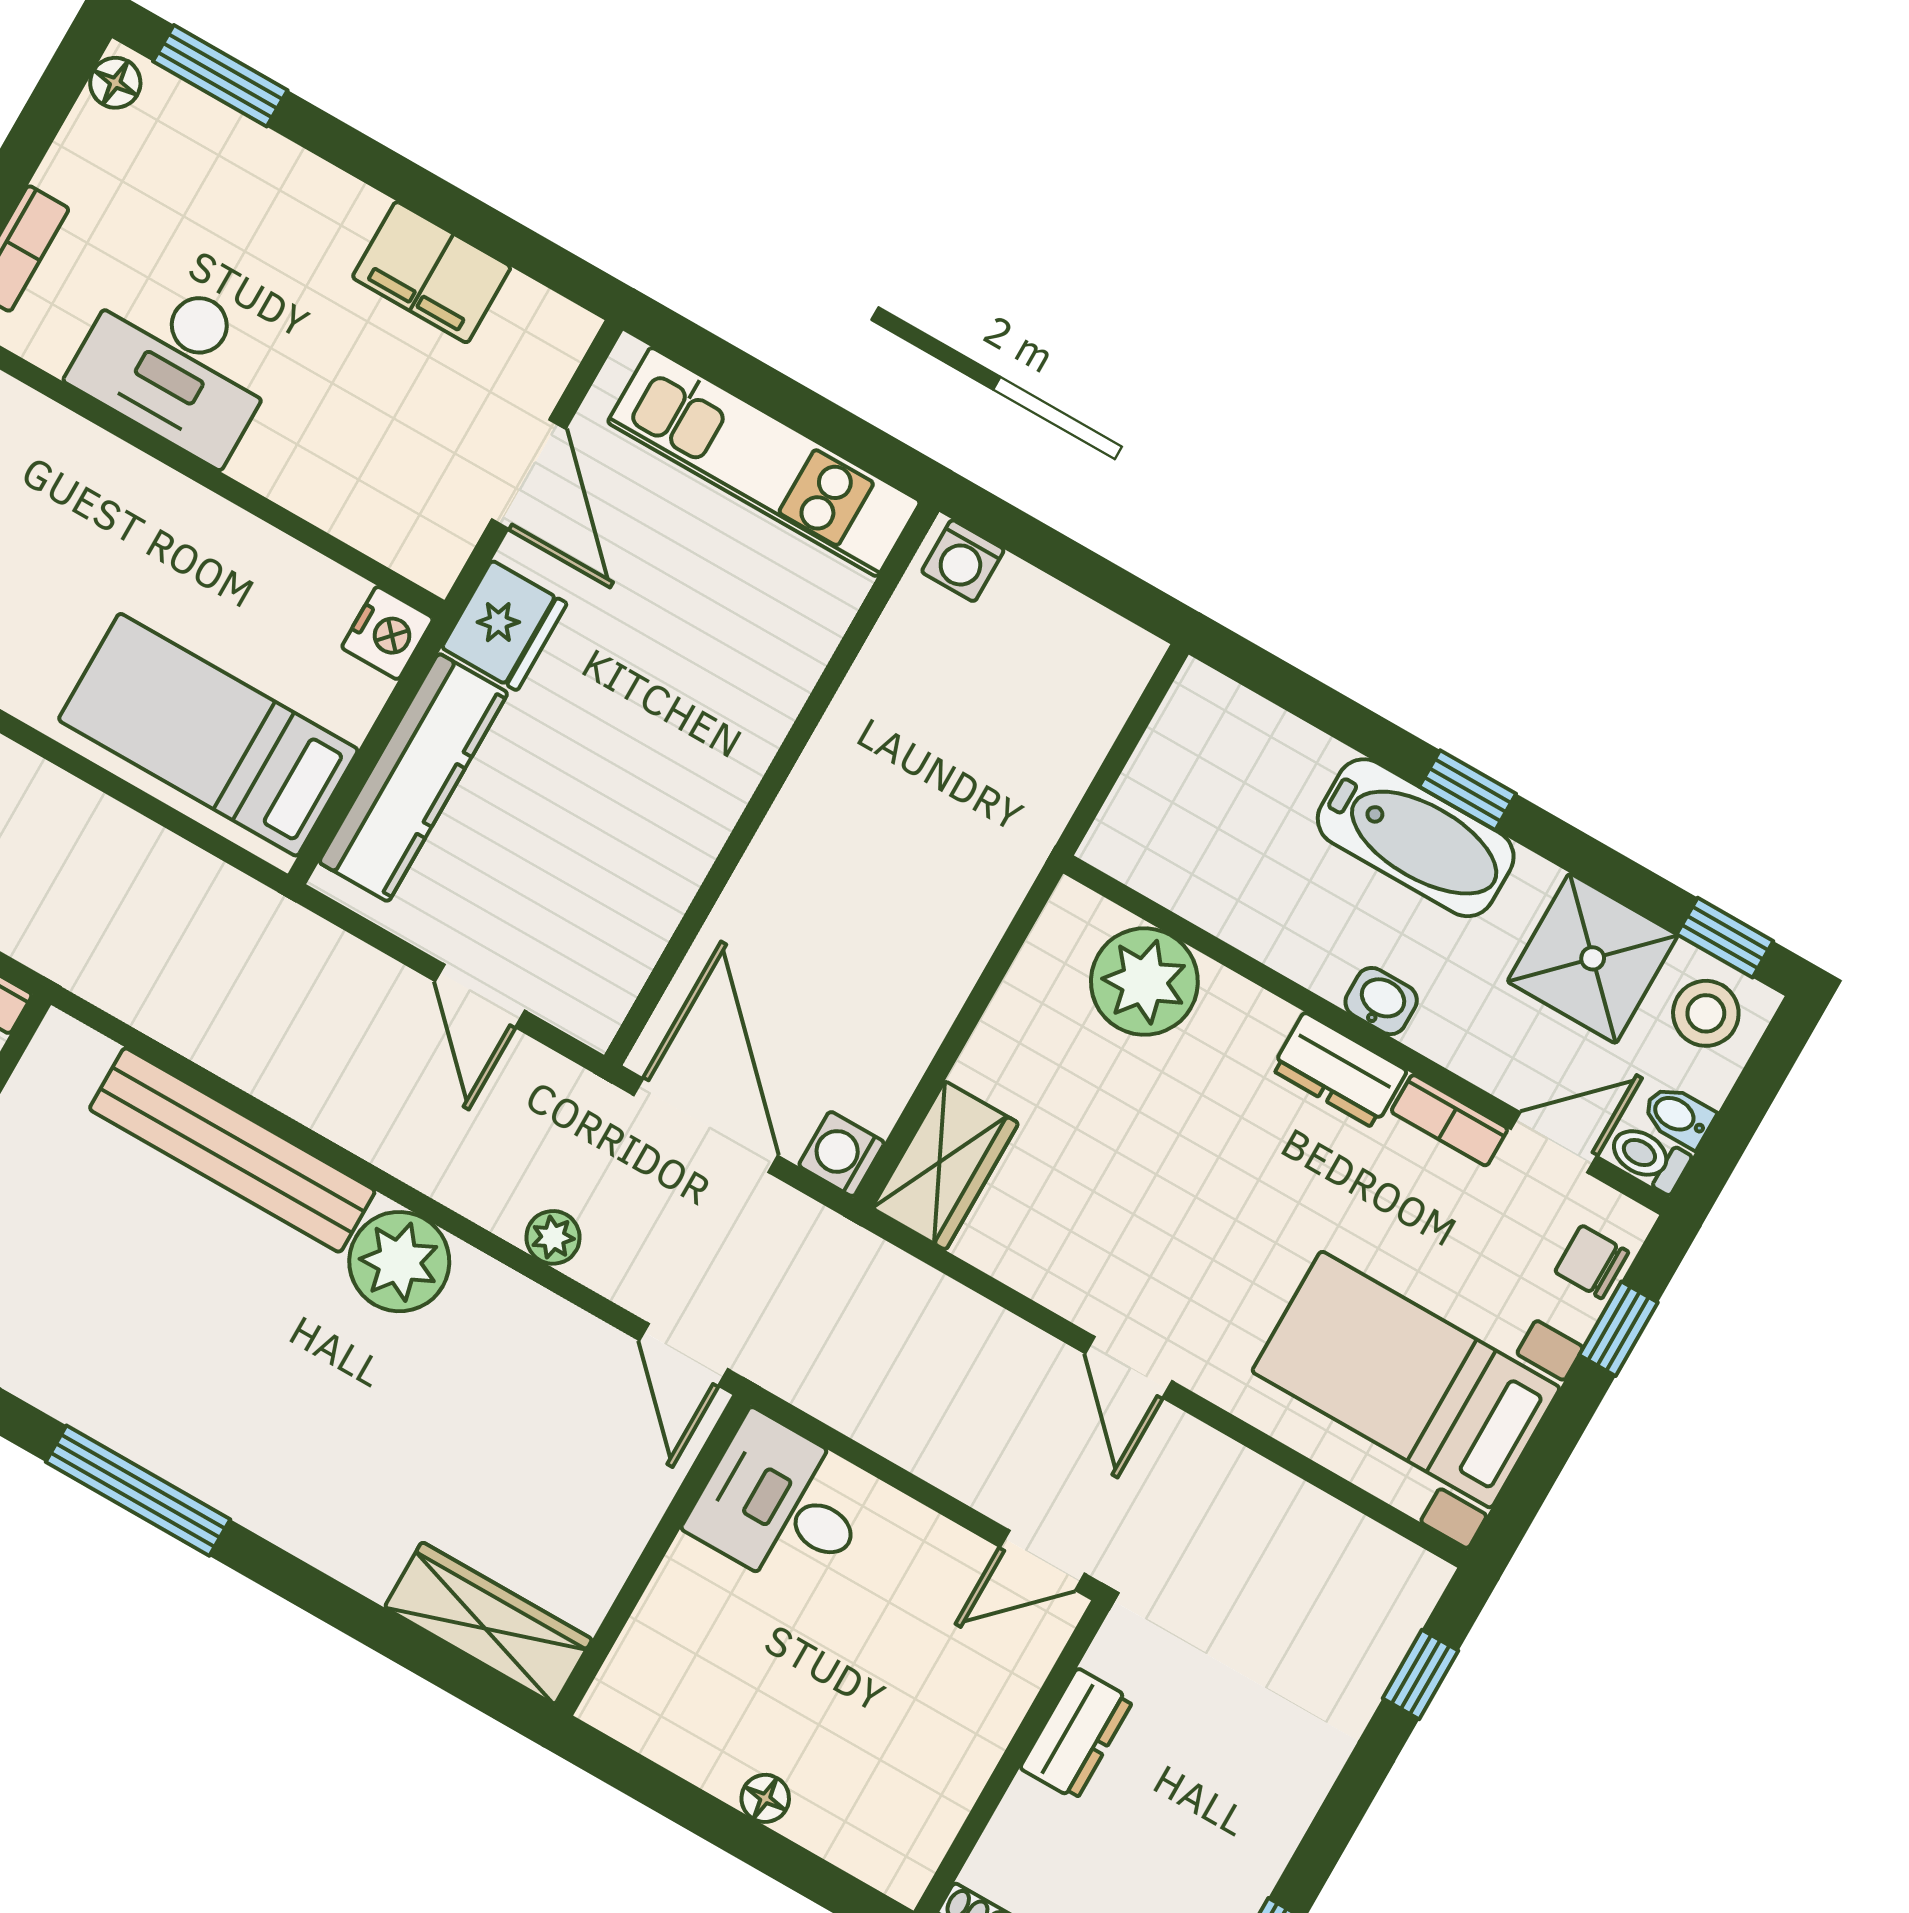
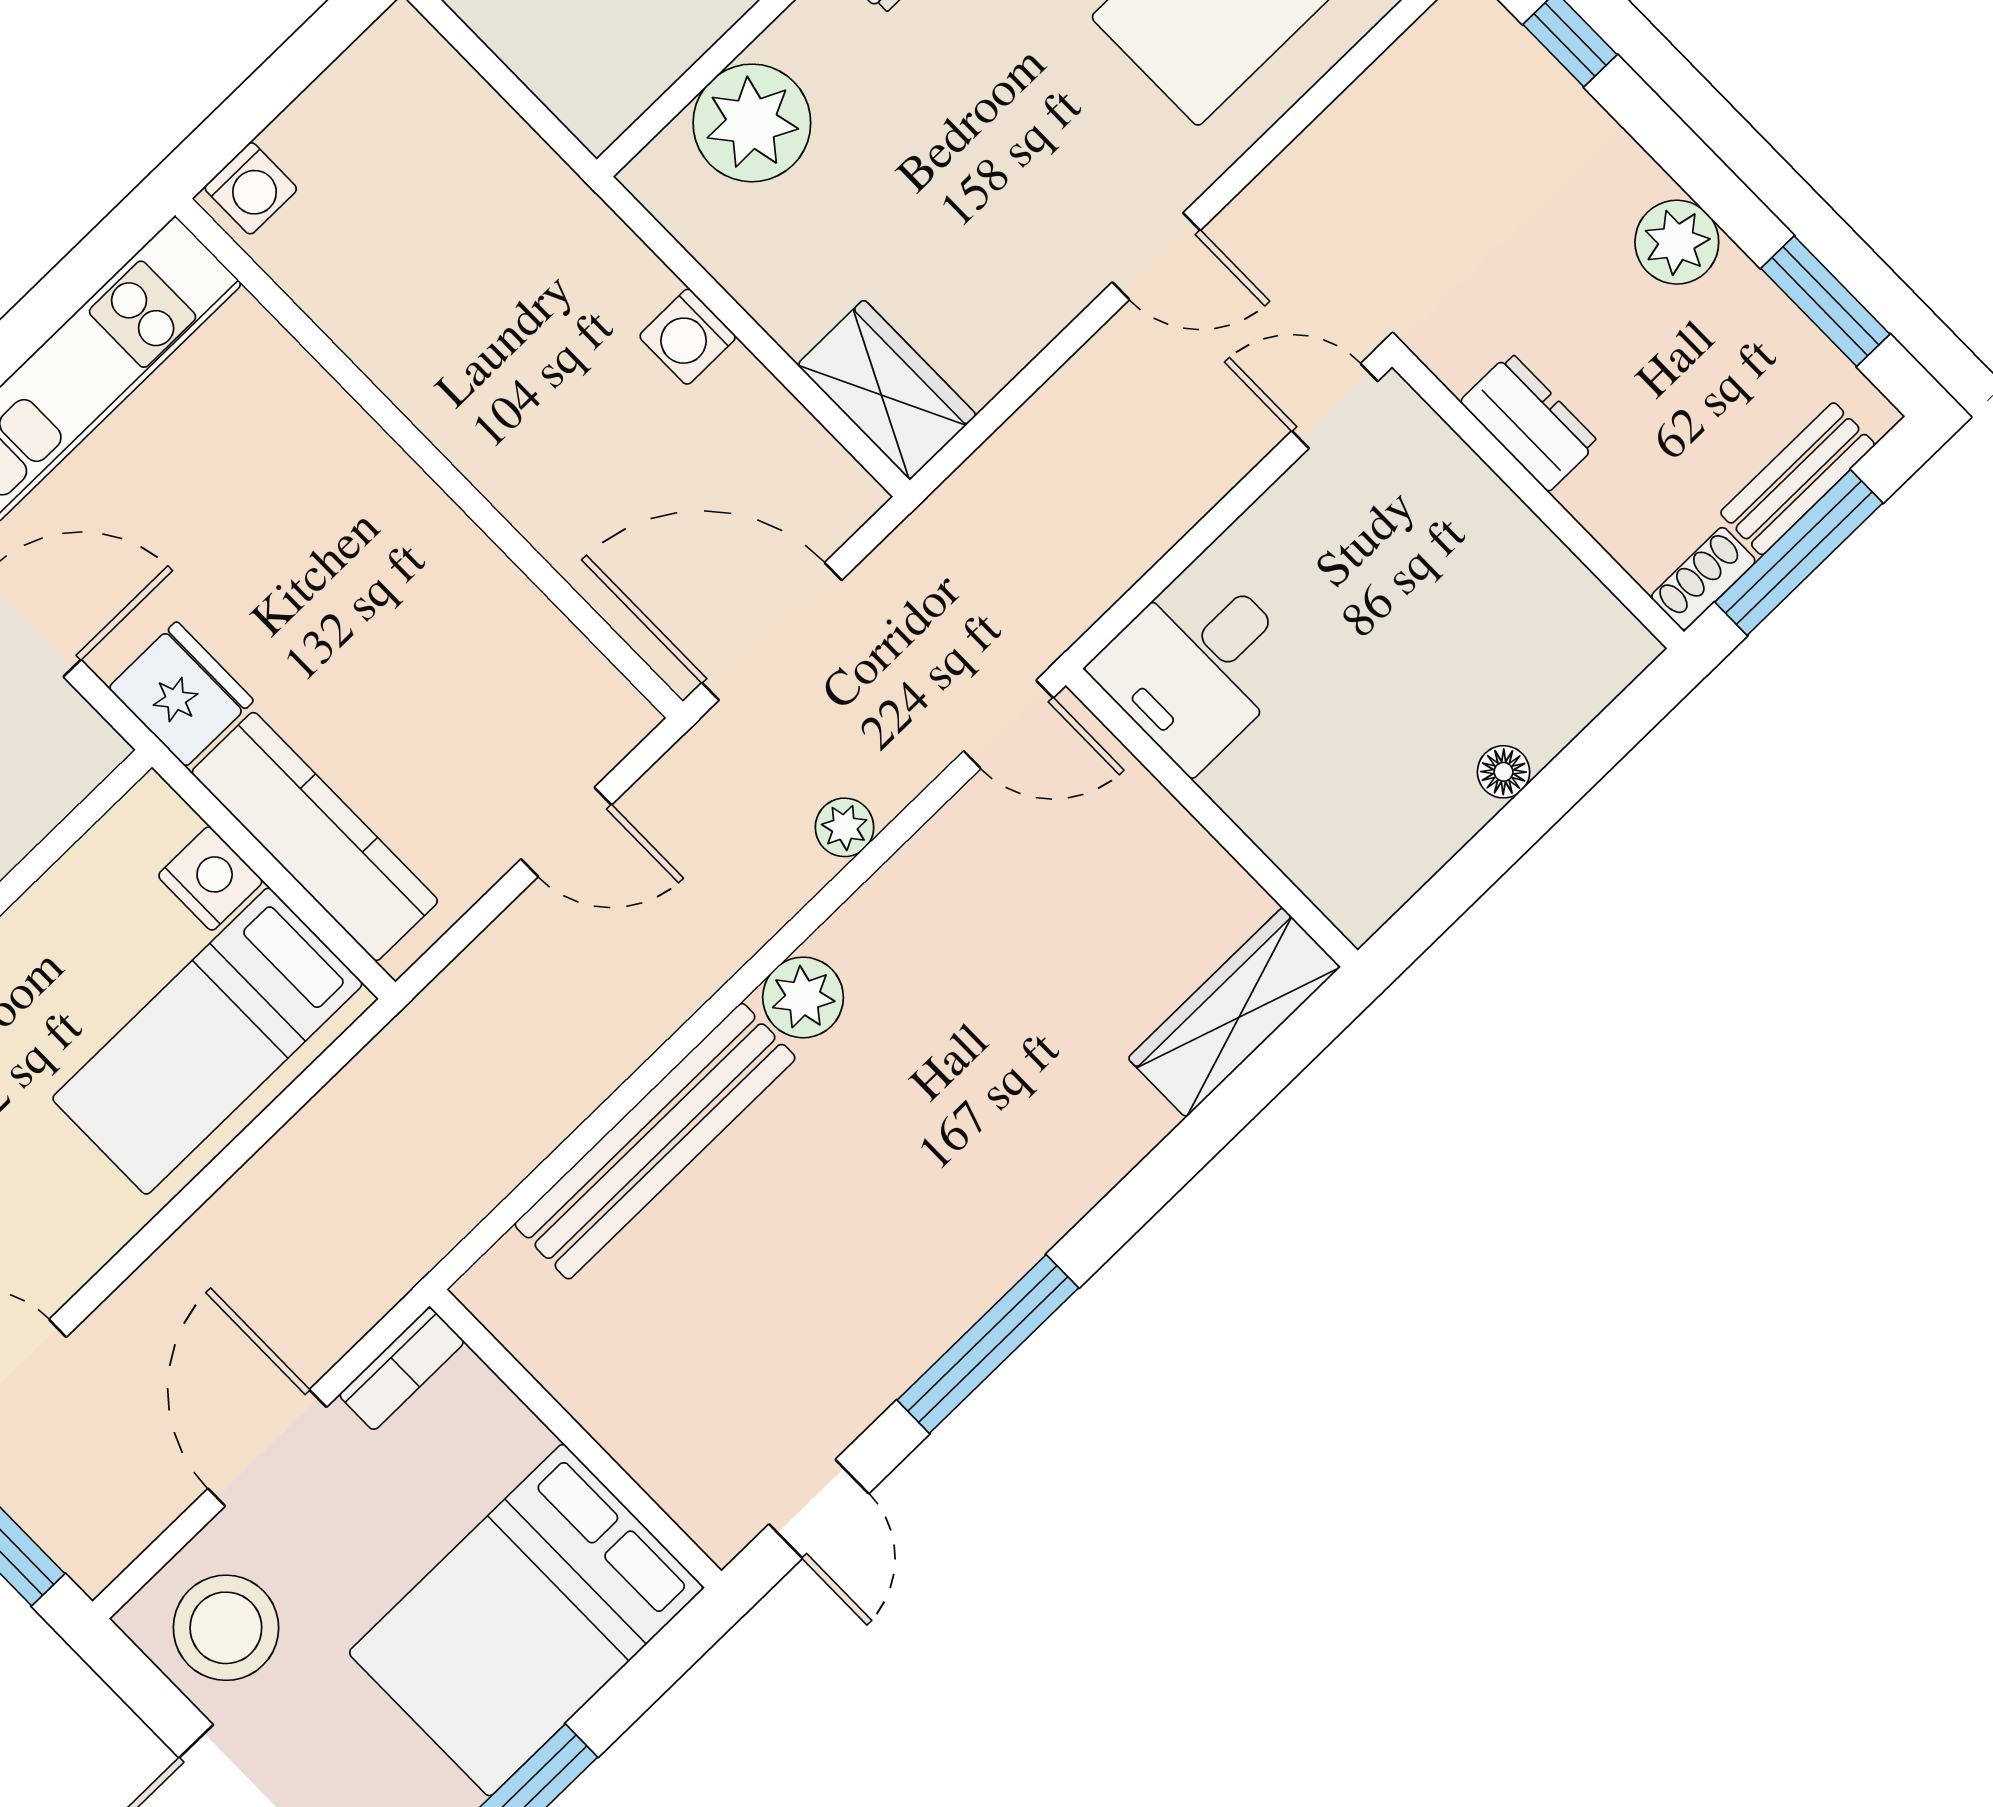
nightstand: (387, 633) -> (210, 879), moved
washing machine: (842, 1154) -> (688, 337), moved
plant: (399, 1262) -> (803, 997), width x0.73, depth x0.73
door: (1042, 1560) -> (1335, 406), swing flipped
plant: (1270, 1818) -> (1677, 242), added

